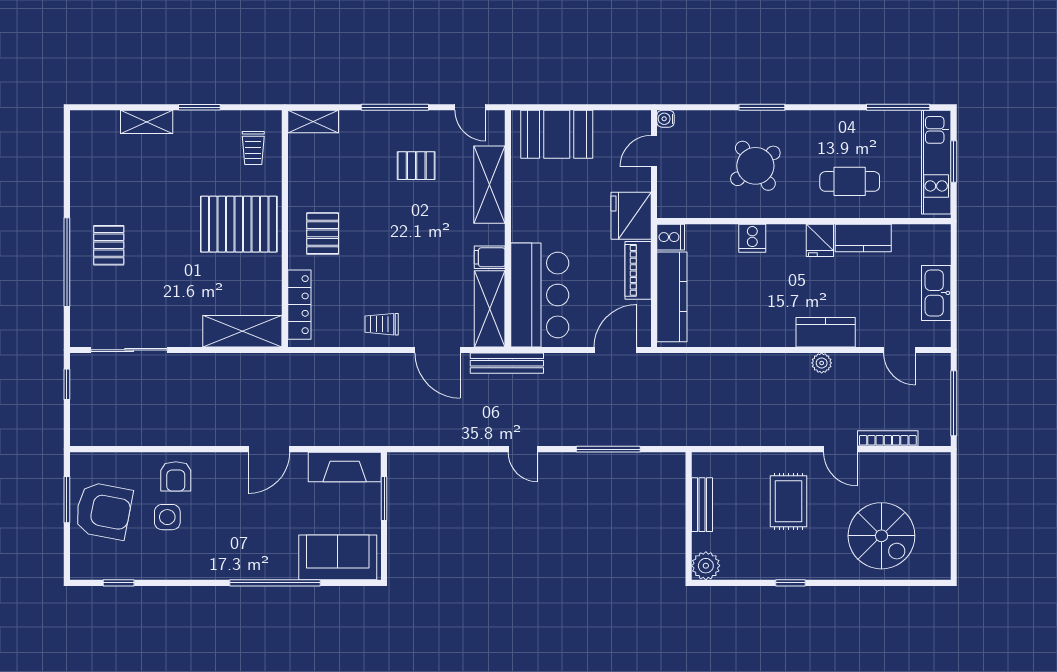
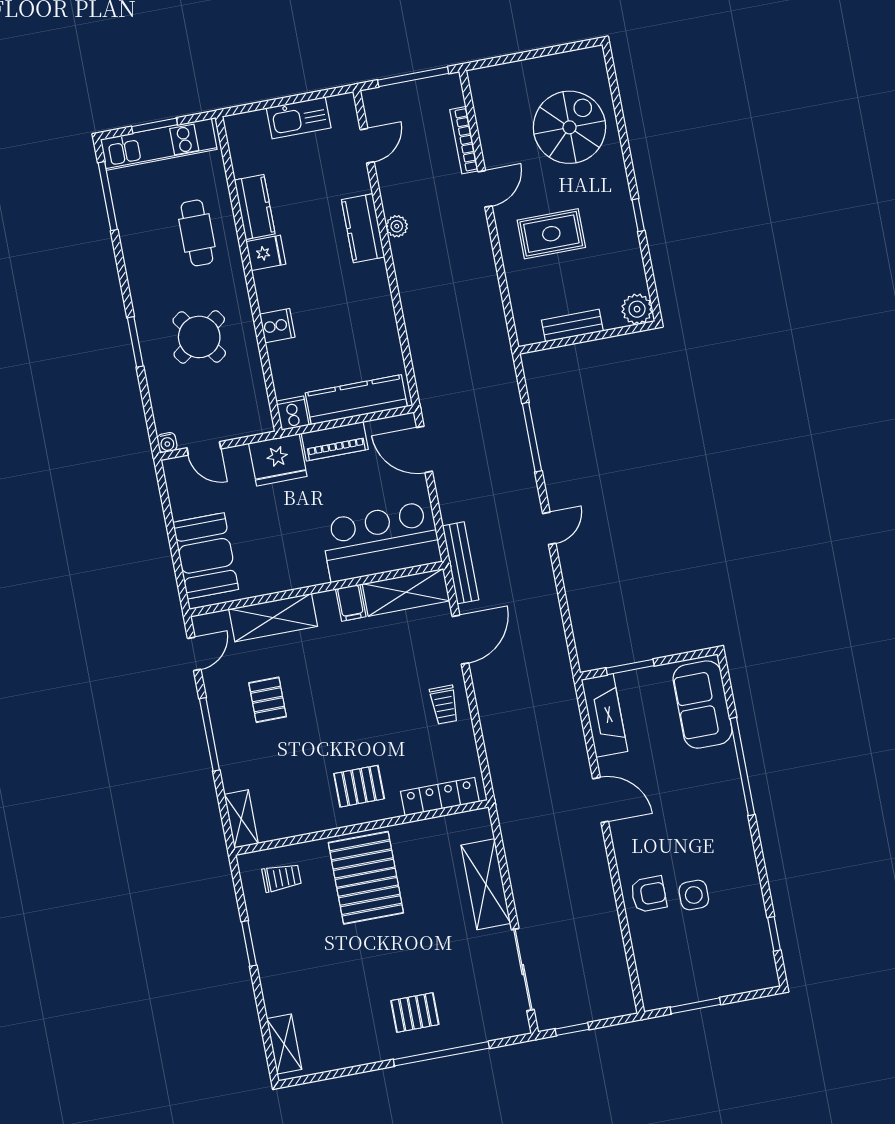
shelving: (147, 122) -> (284, 1044), moved
shelving: (242, 331) -> (486, 884), moved
armchair: (103, 511) -> (700, 965), removed

